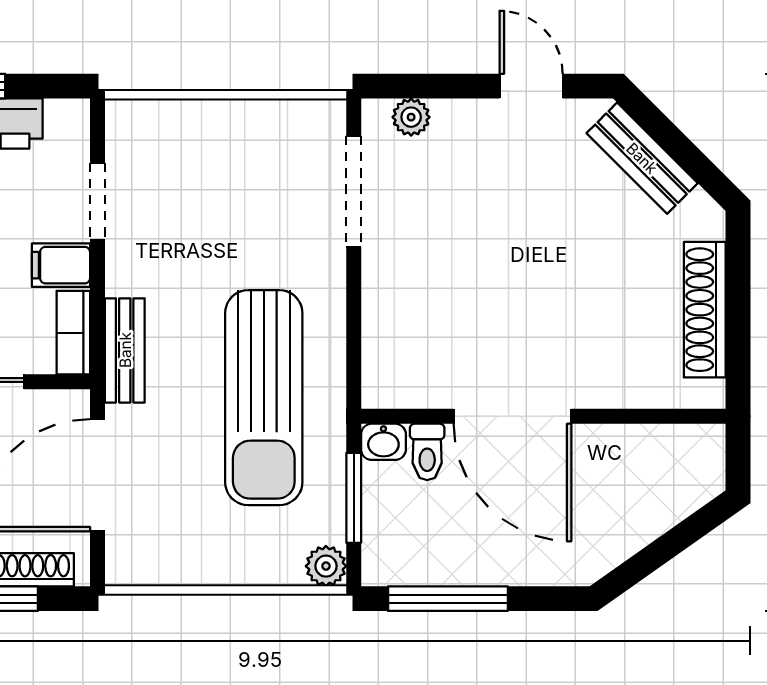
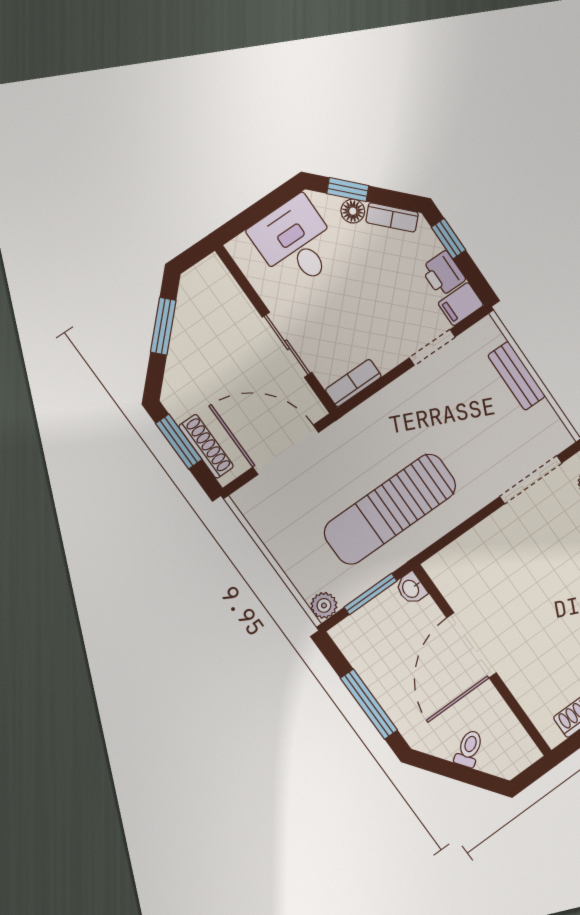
filing cabinet: (61, 265) -> (461, 304), moved, turned -90
bench: (125, 350) -> (517, 376), moved, turned 90
toilet: (427, 452) -> (469, 749), moved, turned 145
window: (448, 599) -> (369, 704), moved

